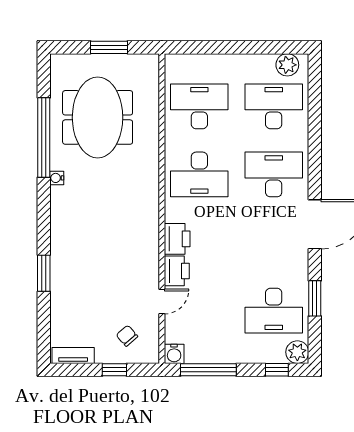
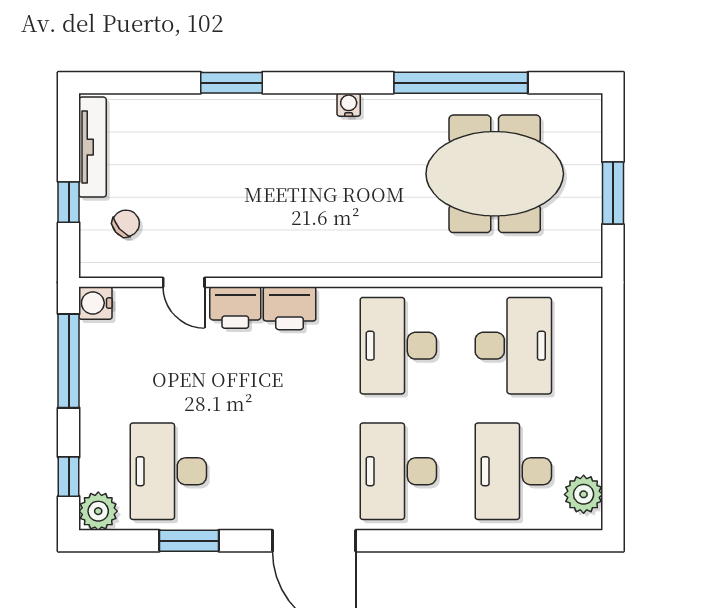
desk: (274, 106) -> (513, 471), turned 180
desk: (274, 174) -> (398, 471), turned 180
water cooler: (57, 178) -> (349, 105), moved
tv unit: (73, 355) -> (93, 147), width x1.41

